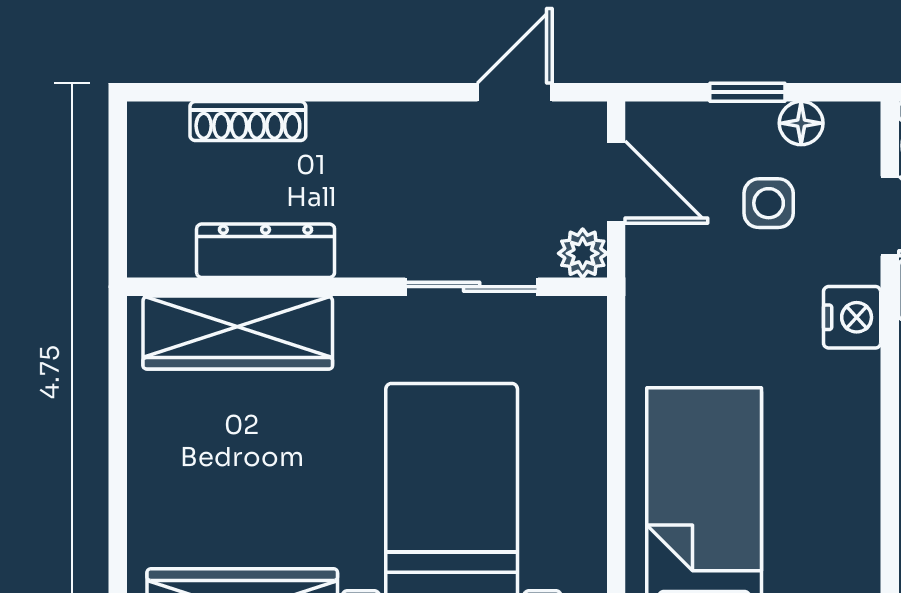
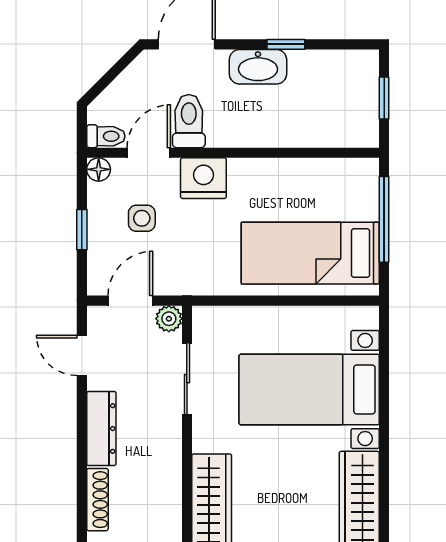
floor lamp: (801, 123) -> (99, 169), moved
dresser: (266, 251) -> (101, 429), moved, turned 180
nightstand: (852, 317) -> (203, 178), width x1.36, depth x1.33

